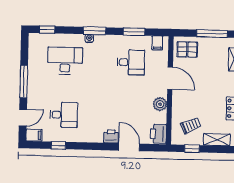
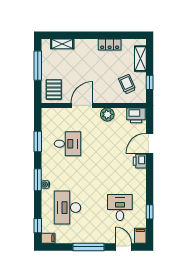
filing cabinet: (157, 43) -> (48, 238), moved
desk: (131, 62) -> (67, 144), turned 90

